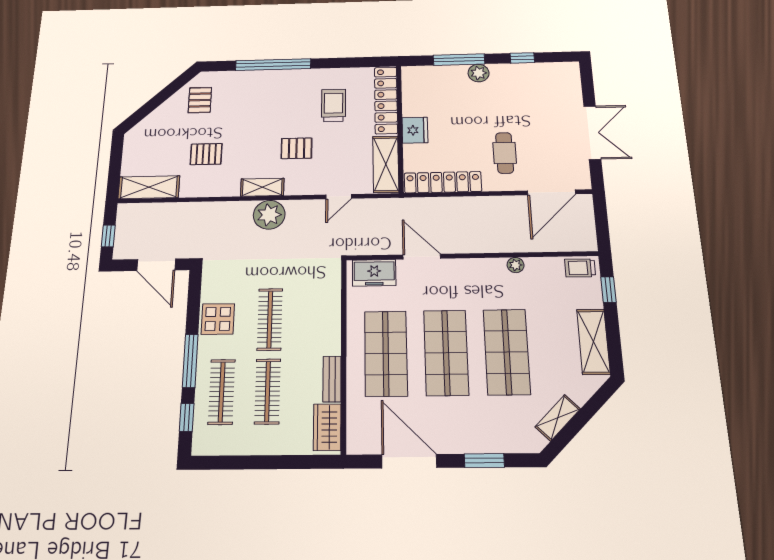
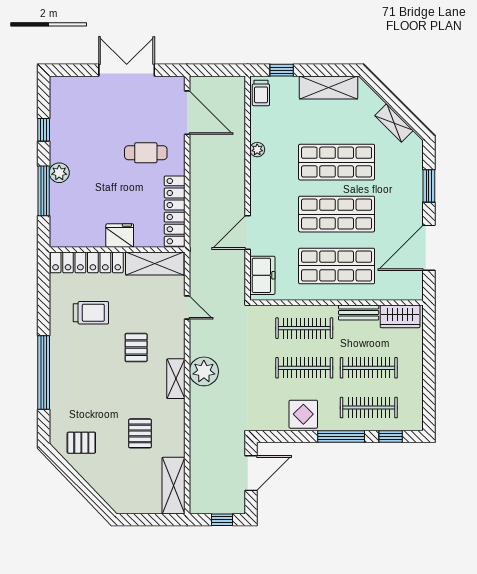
trolley: (334, 105) -> (91, 313), turned 180
clothes rail: (315, 319) -> (304, 328), added

